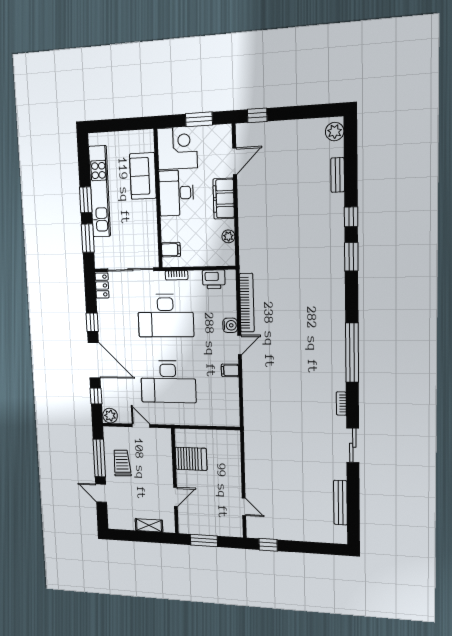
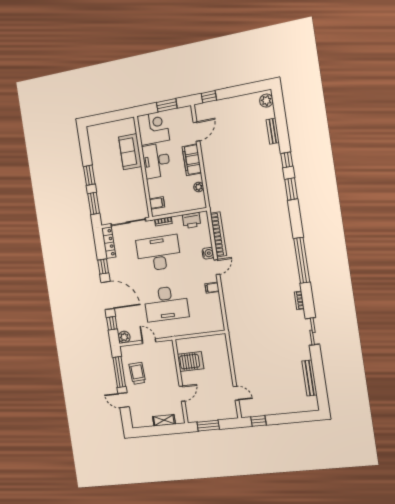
kitchen unit: (100, 191) -> (99, 168), removed
locker: (102, 286) -> (109, 243), width x1.53
desk: (166, 316) -> (158, 253), turned 180

